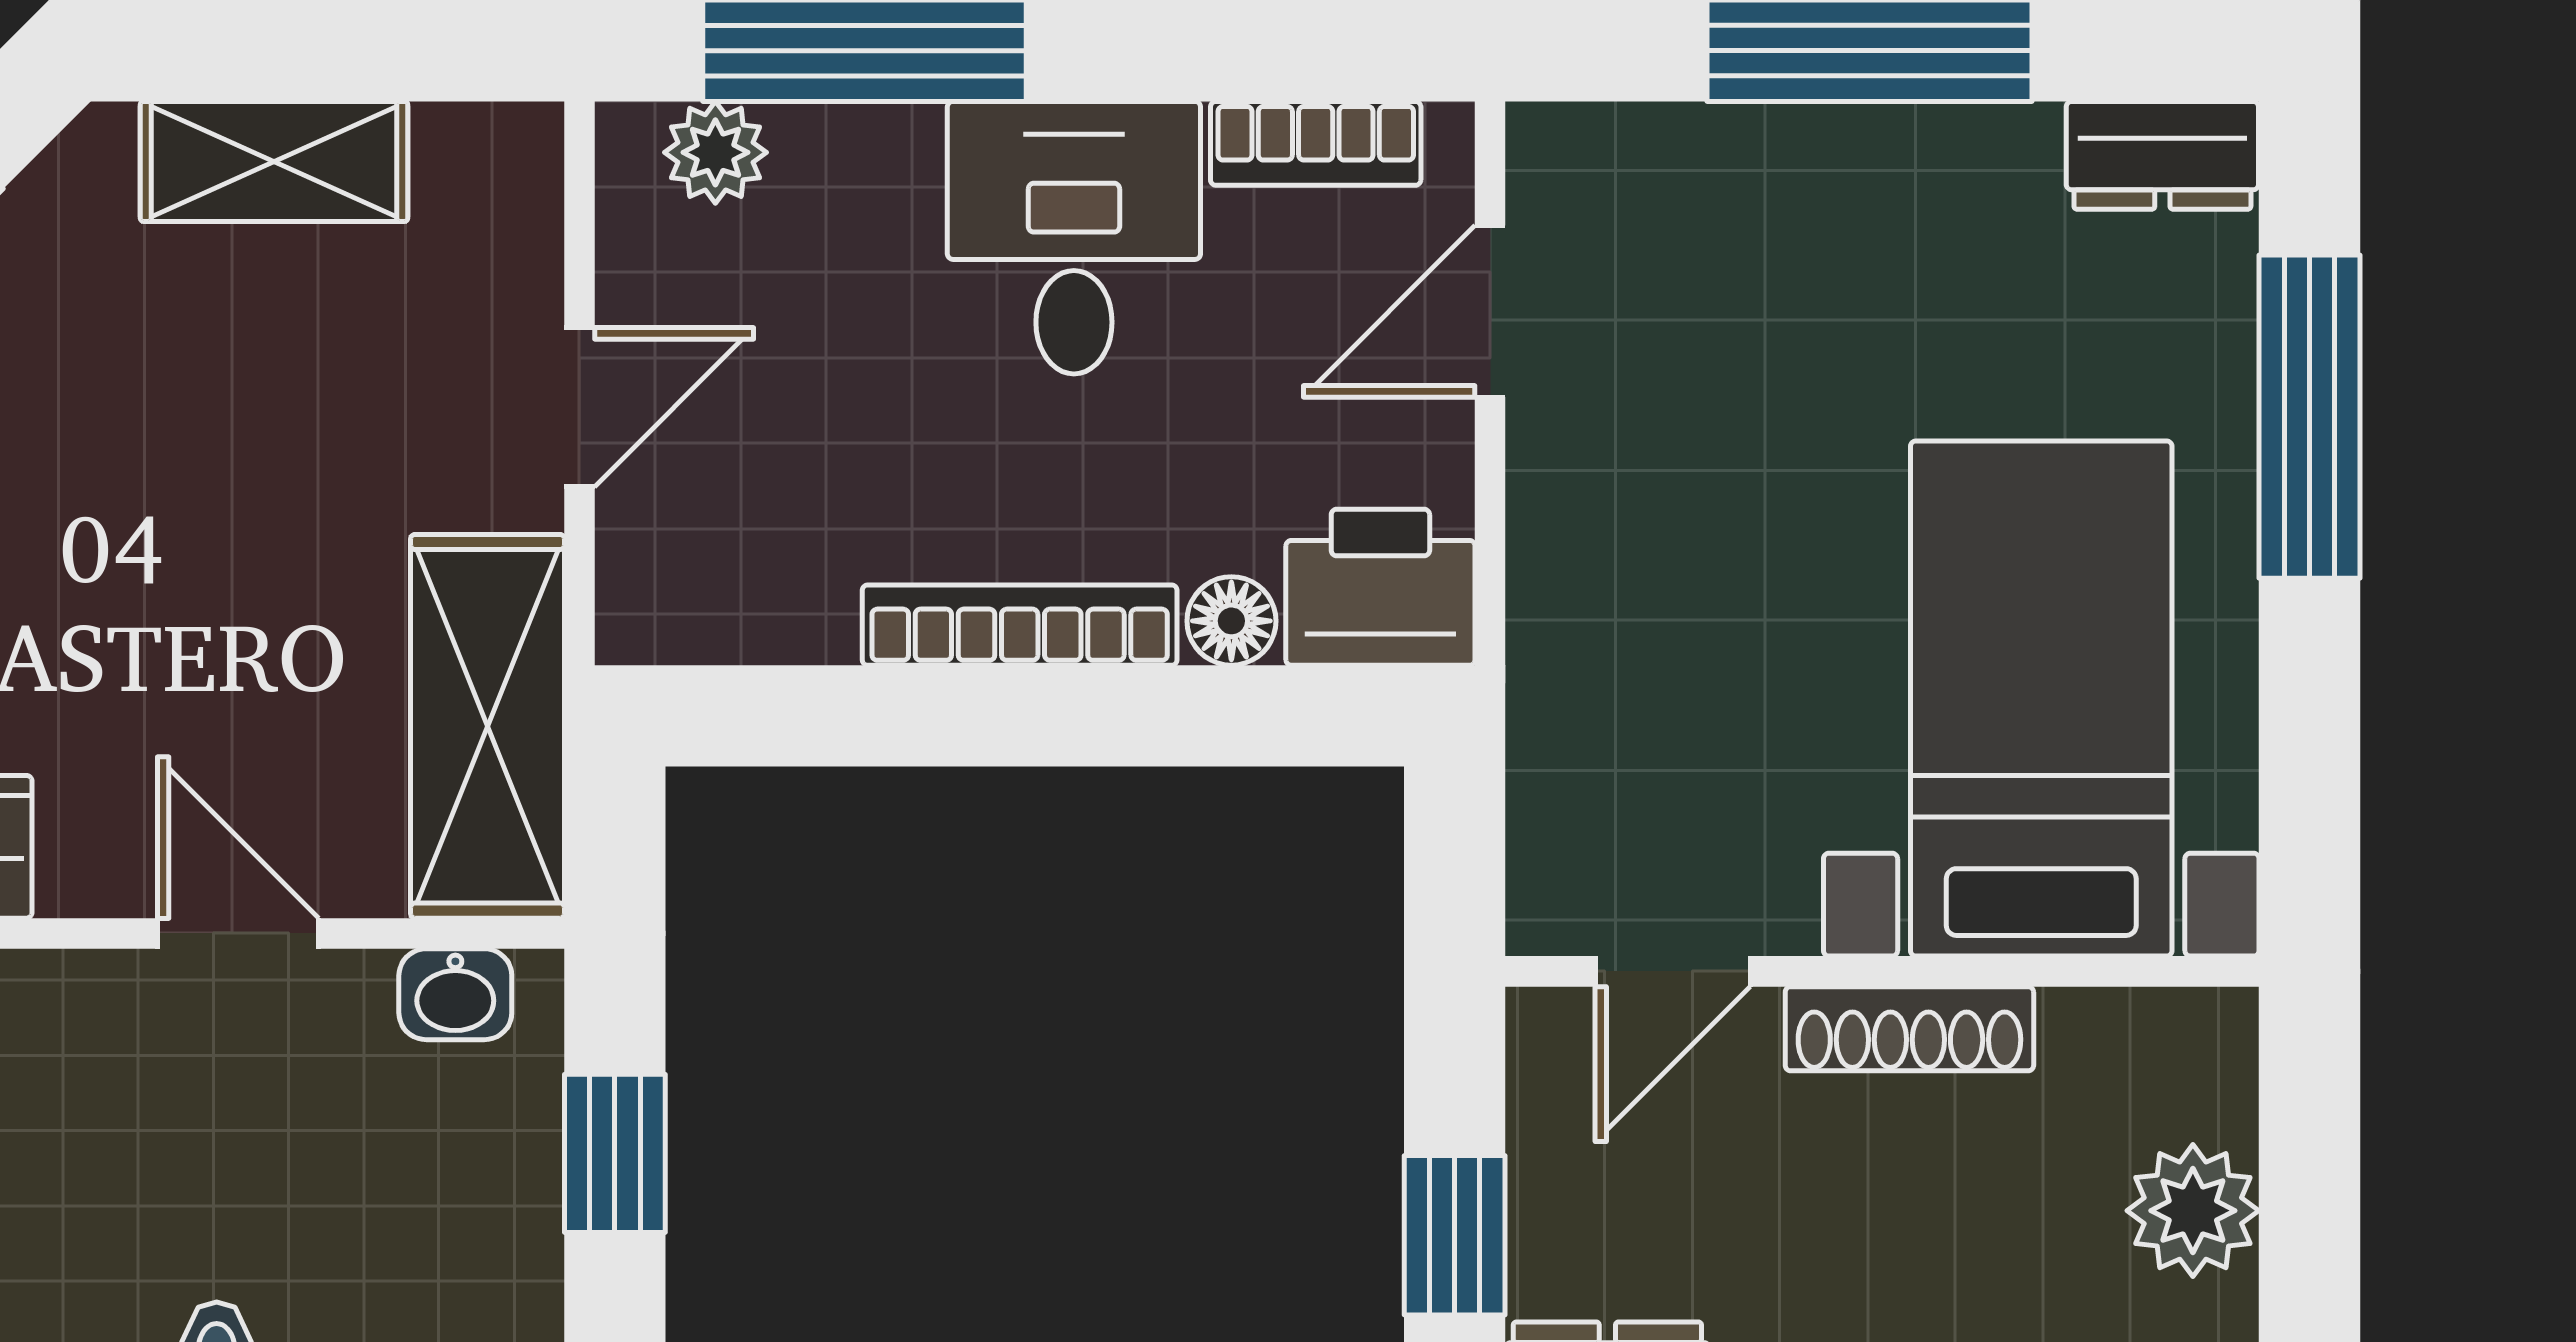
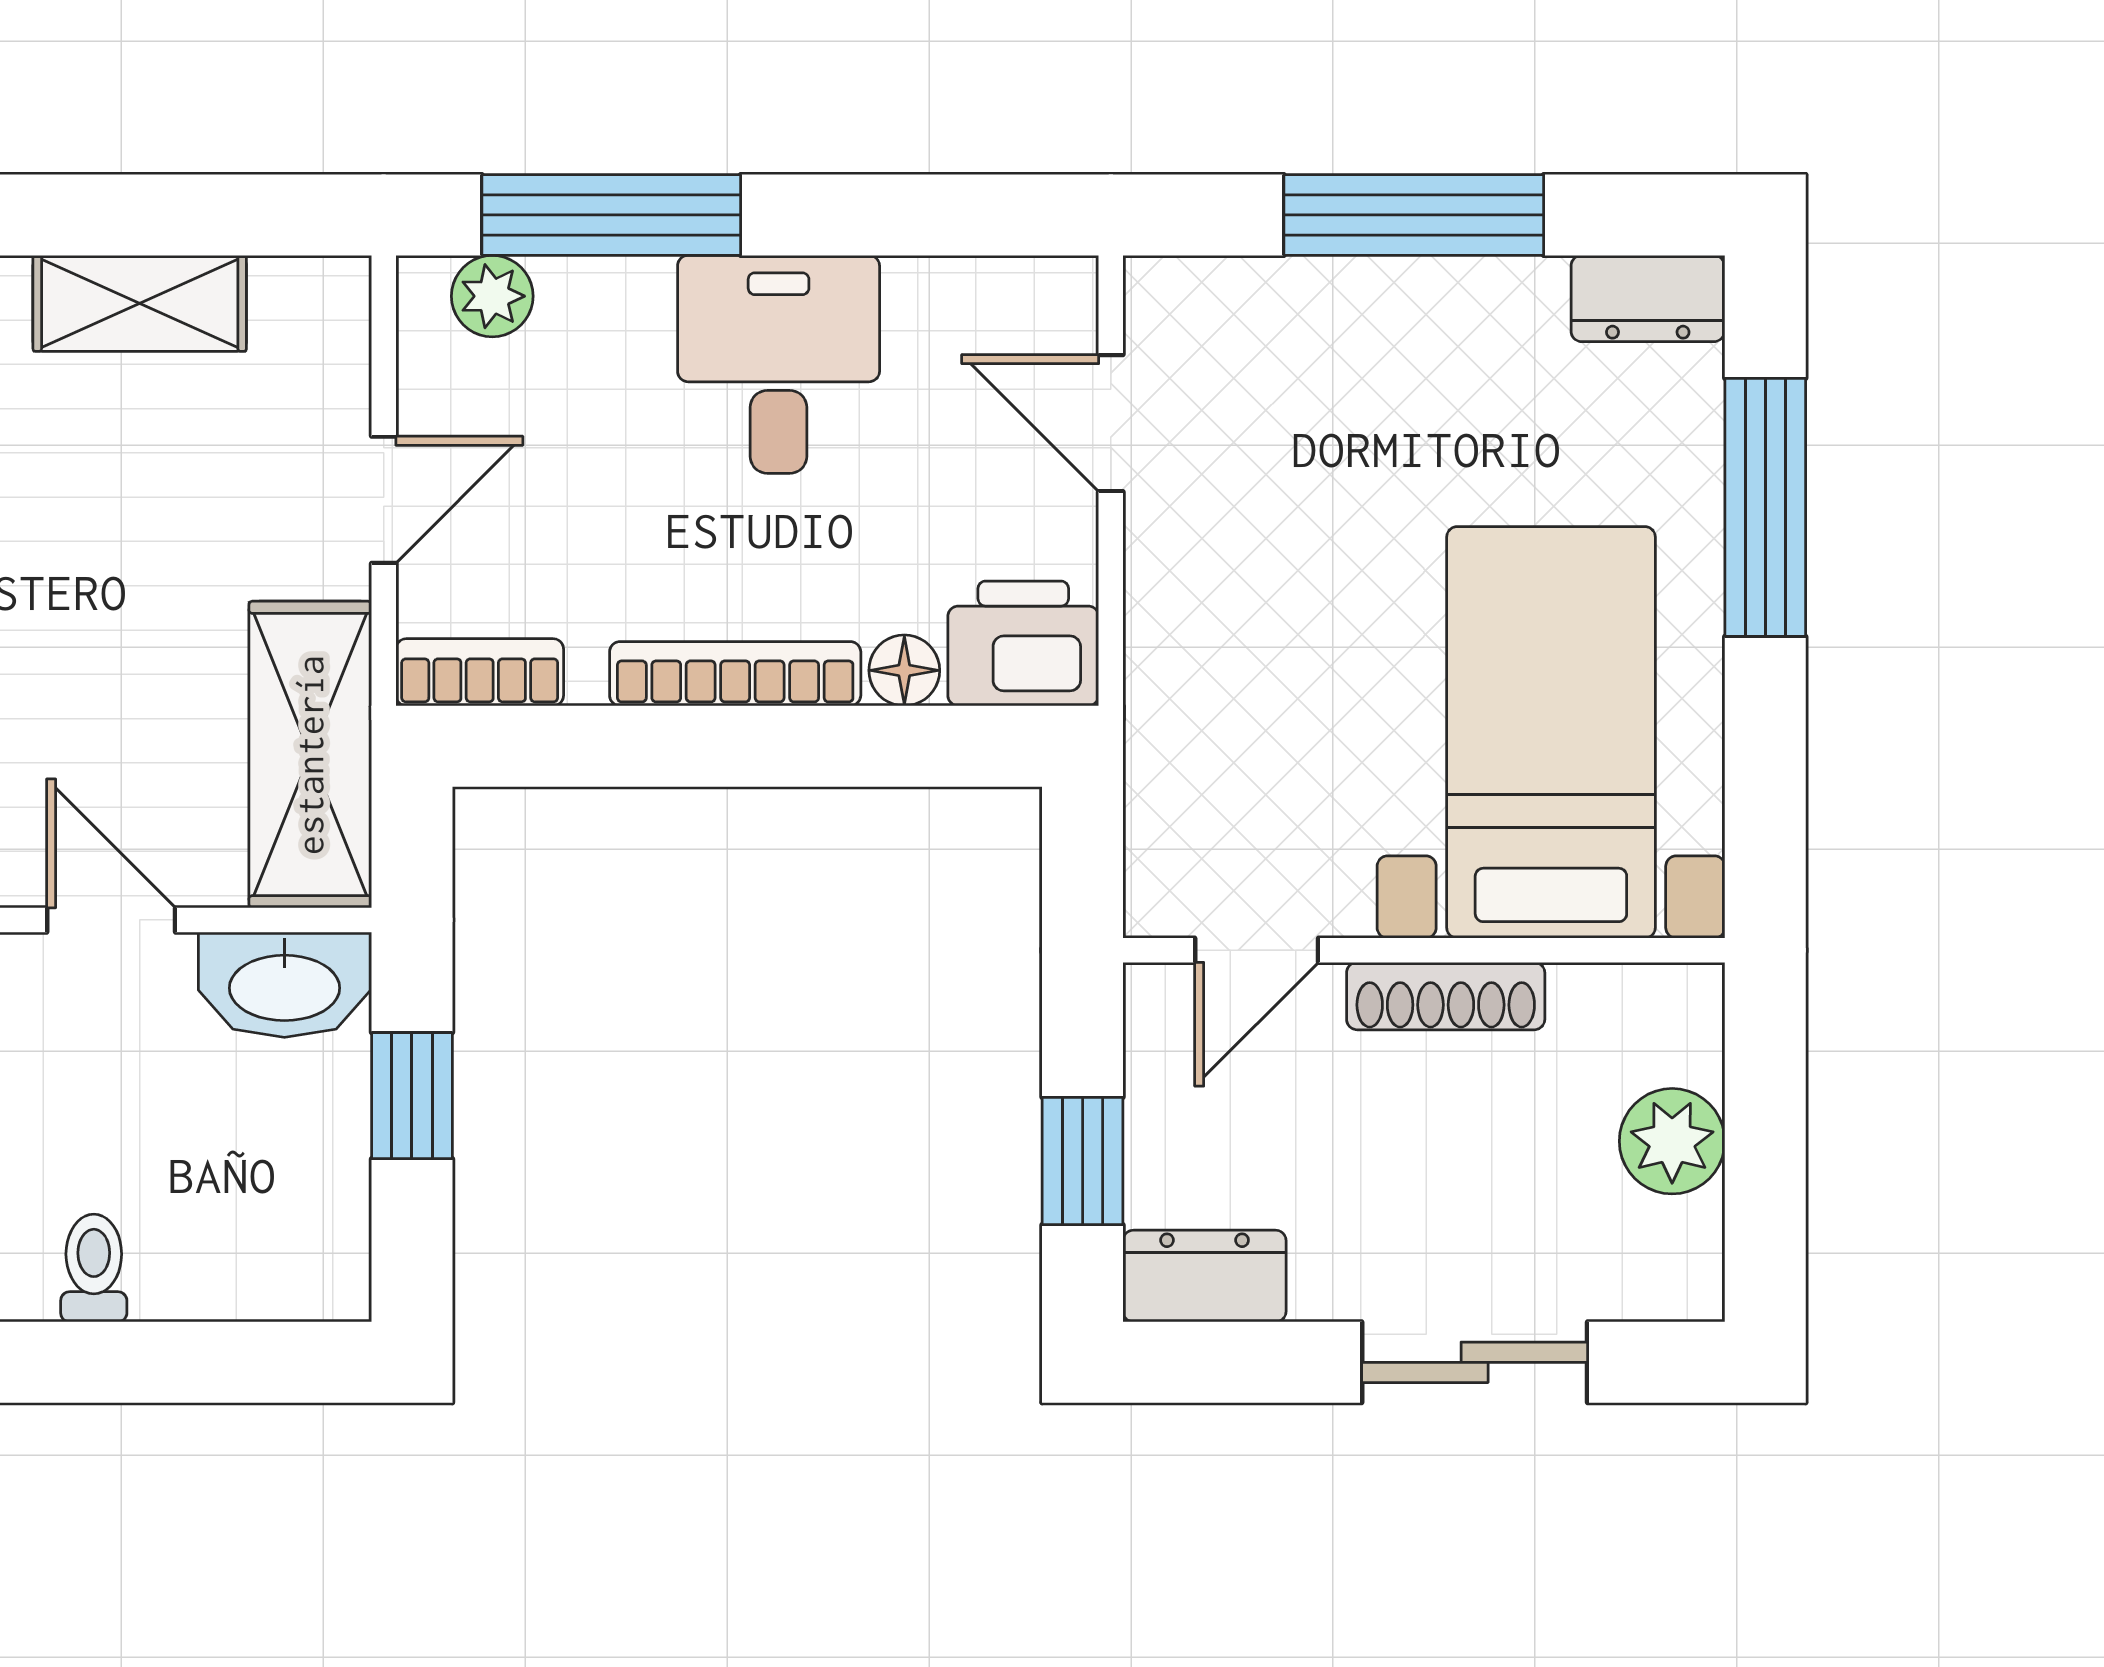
bookcase: (1316, 143) -> (480, 672), moved, turned 180
door: (1490, 311) -> (1111, 423), hinge flipped
washbasin: (455, 994) -> (284, 985), width x1.91, depth x1.45

